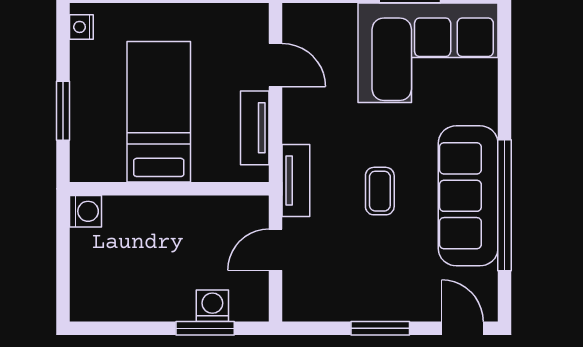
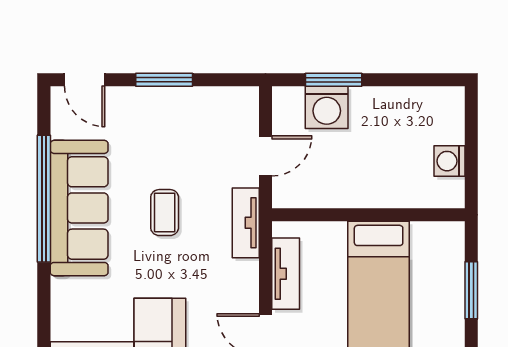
washing machine: (86, 211) -> (449, 161), moved
washing machine: (212, 306) -> (327, 107), width x1.38, depth x1.38

